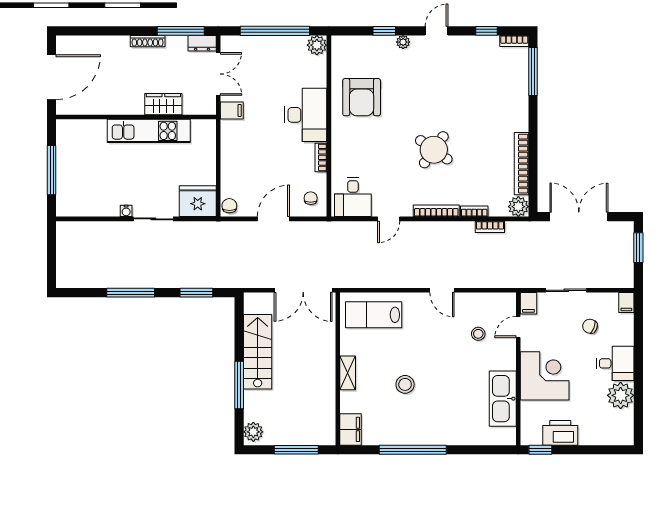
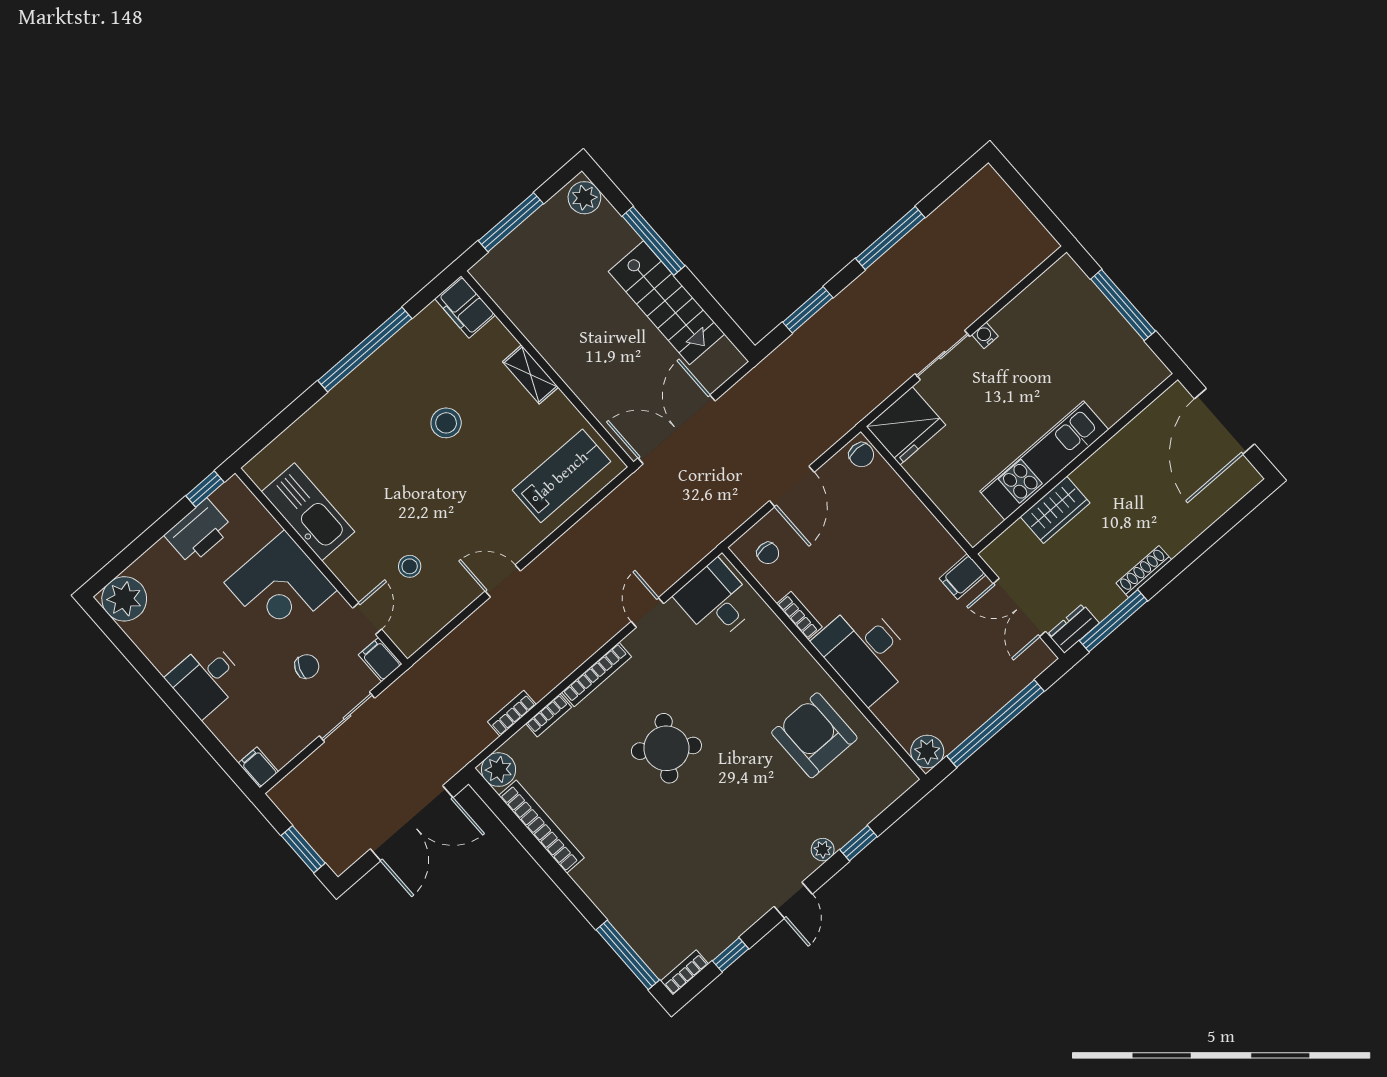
chair: (590, 326) -> (307, 666), moved
plant: (621, 395) -> (124, 599), moved

